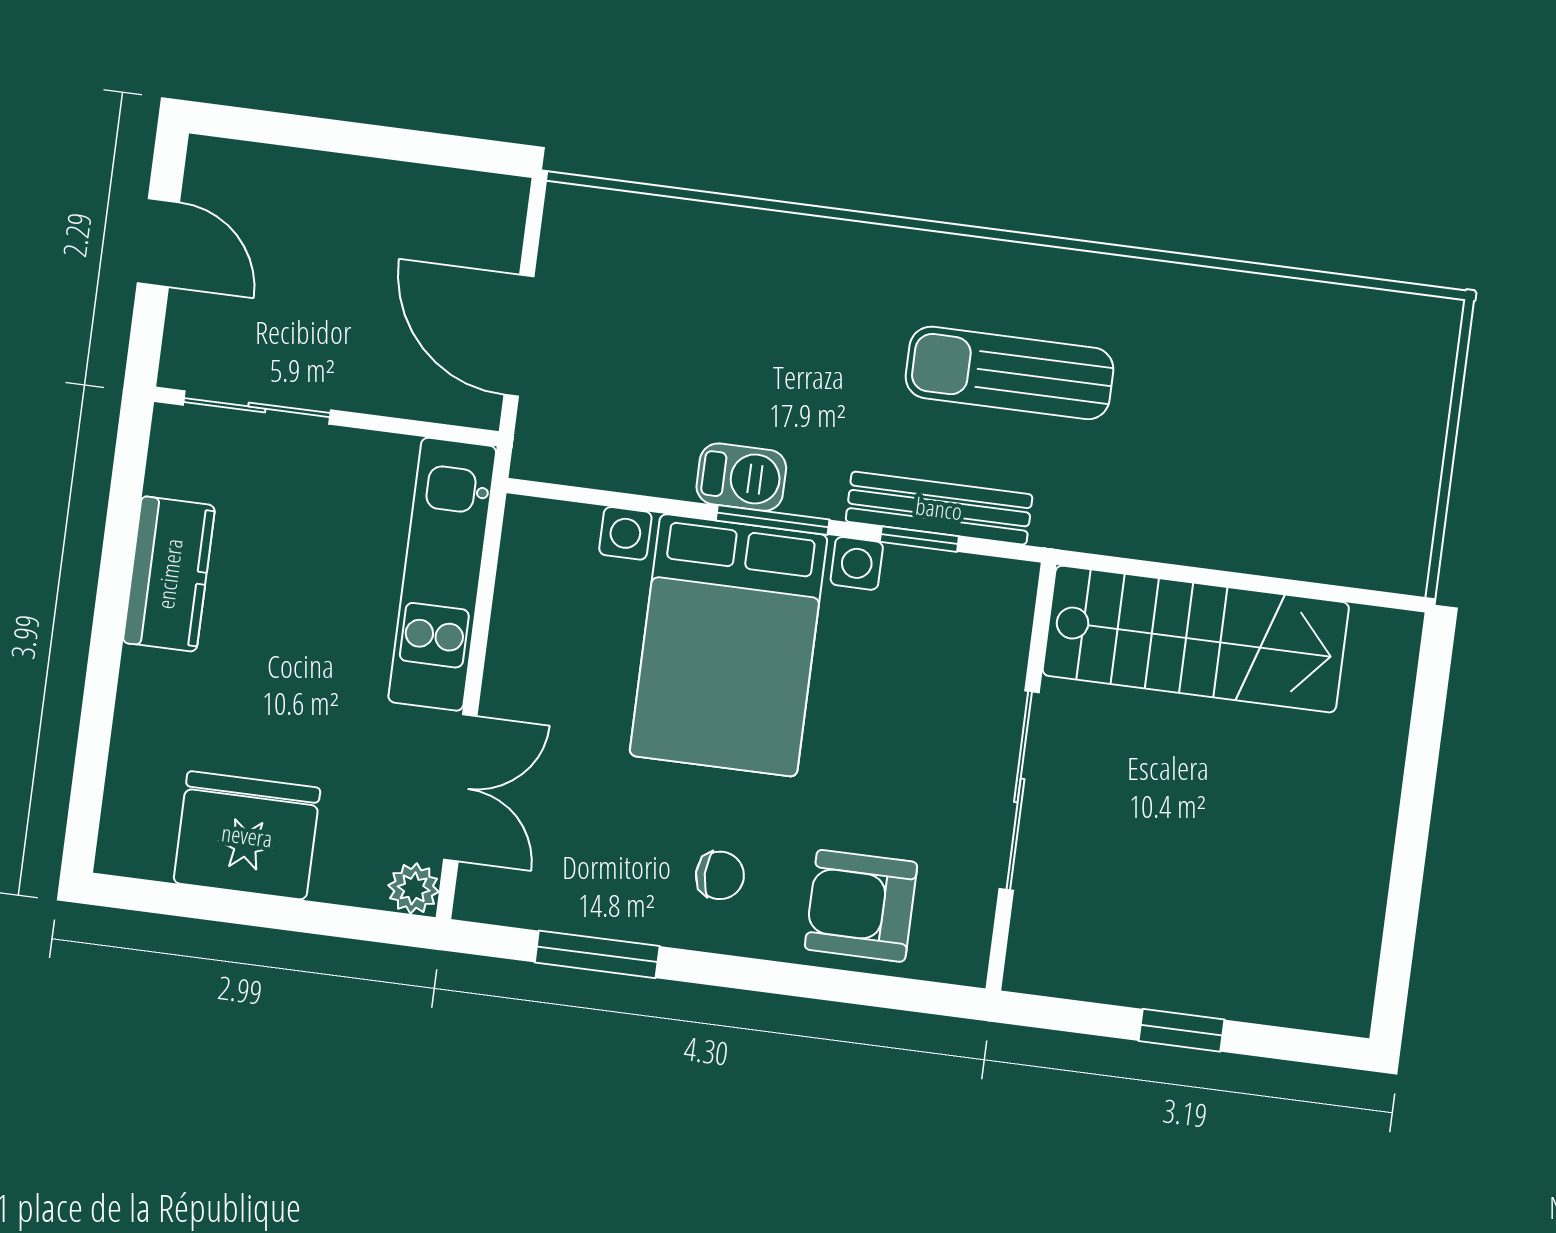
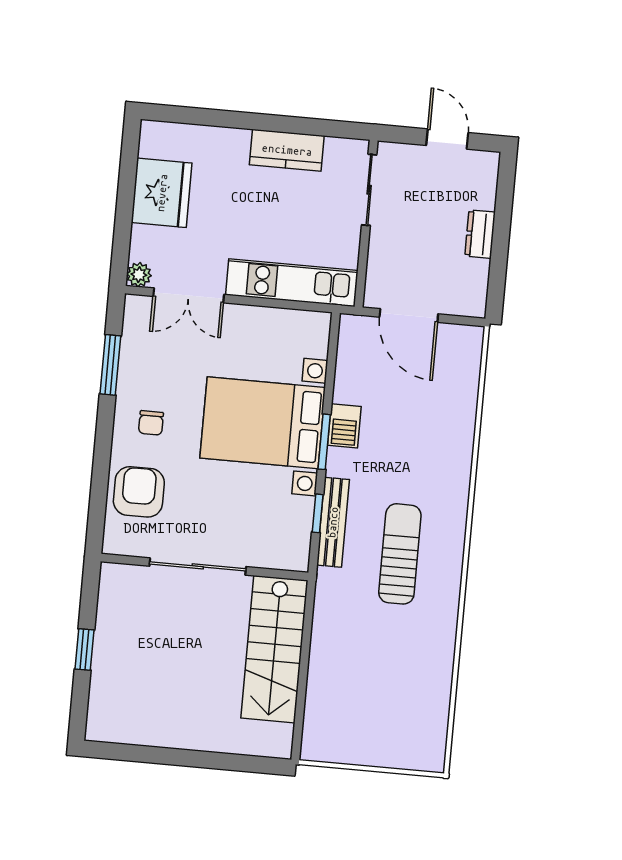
dresser: (357, 183) -> (480, 234), added
door: (158, 243) -> (447, 139), swing flipped
door: (519, 336) -> (409, 315), swing flipped

